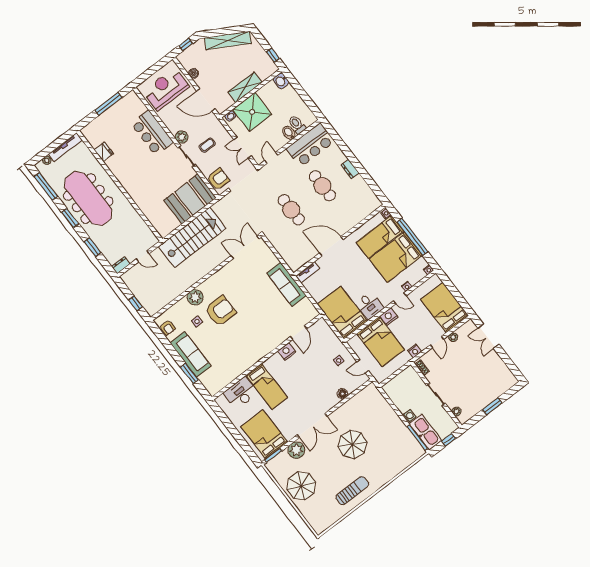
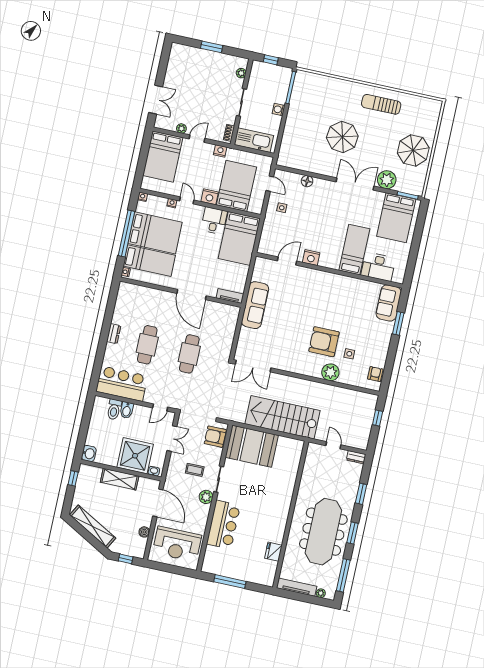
sofa: (191, 354) -> (389, 303), moved, width x0.73
kitchen sink: (425, 432) -> (254, 140), moved, turned 90

